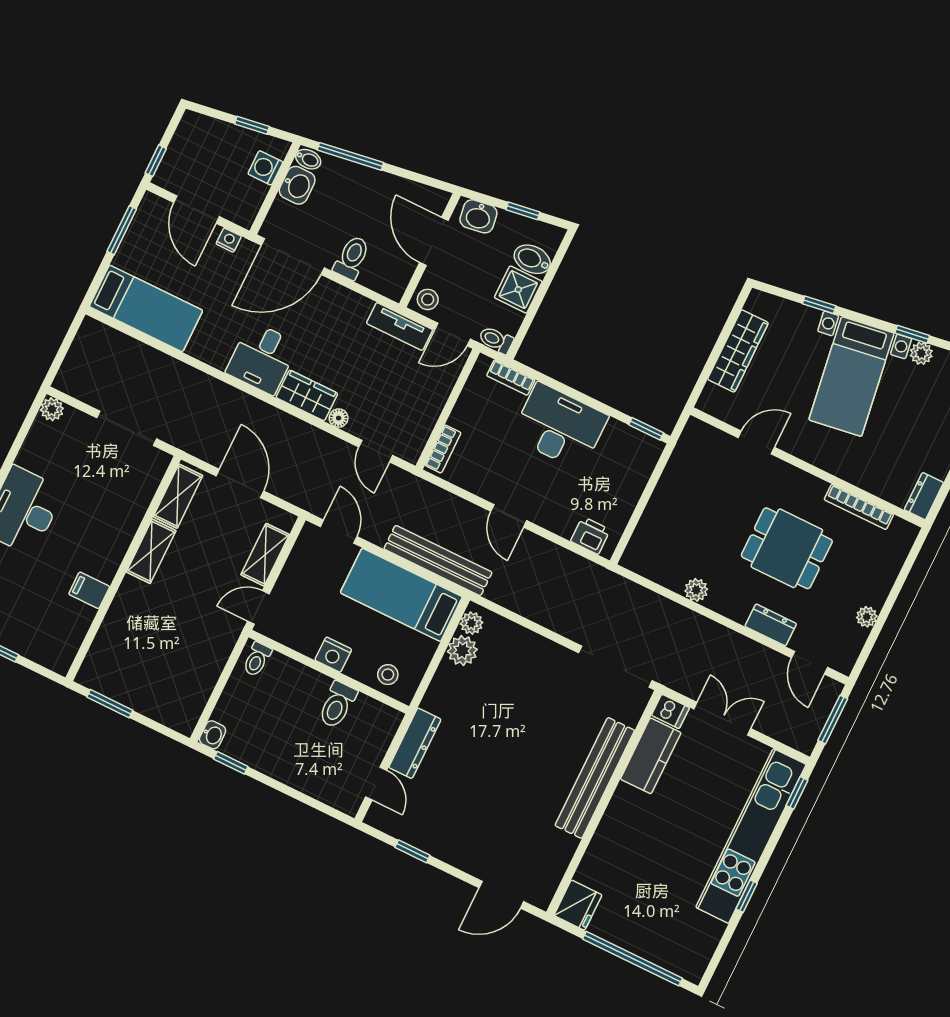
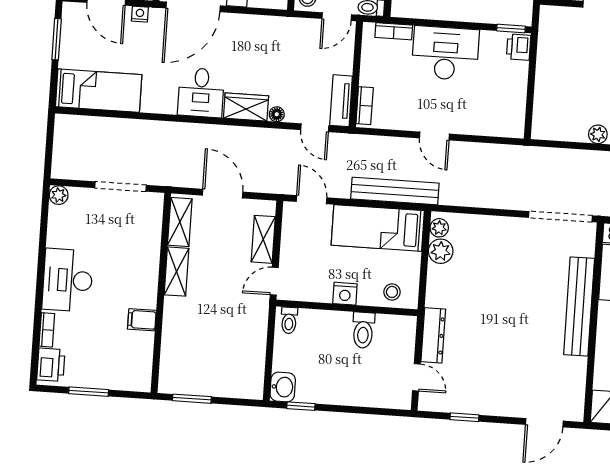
tv unit: (400, 326) -> (341, 101), moved, turned 90
printer: (590, 535) -> (519, 47), moved, turned -90
washbasin: (213, 735) -> (283, 387), width x1.38, depth x1.45

